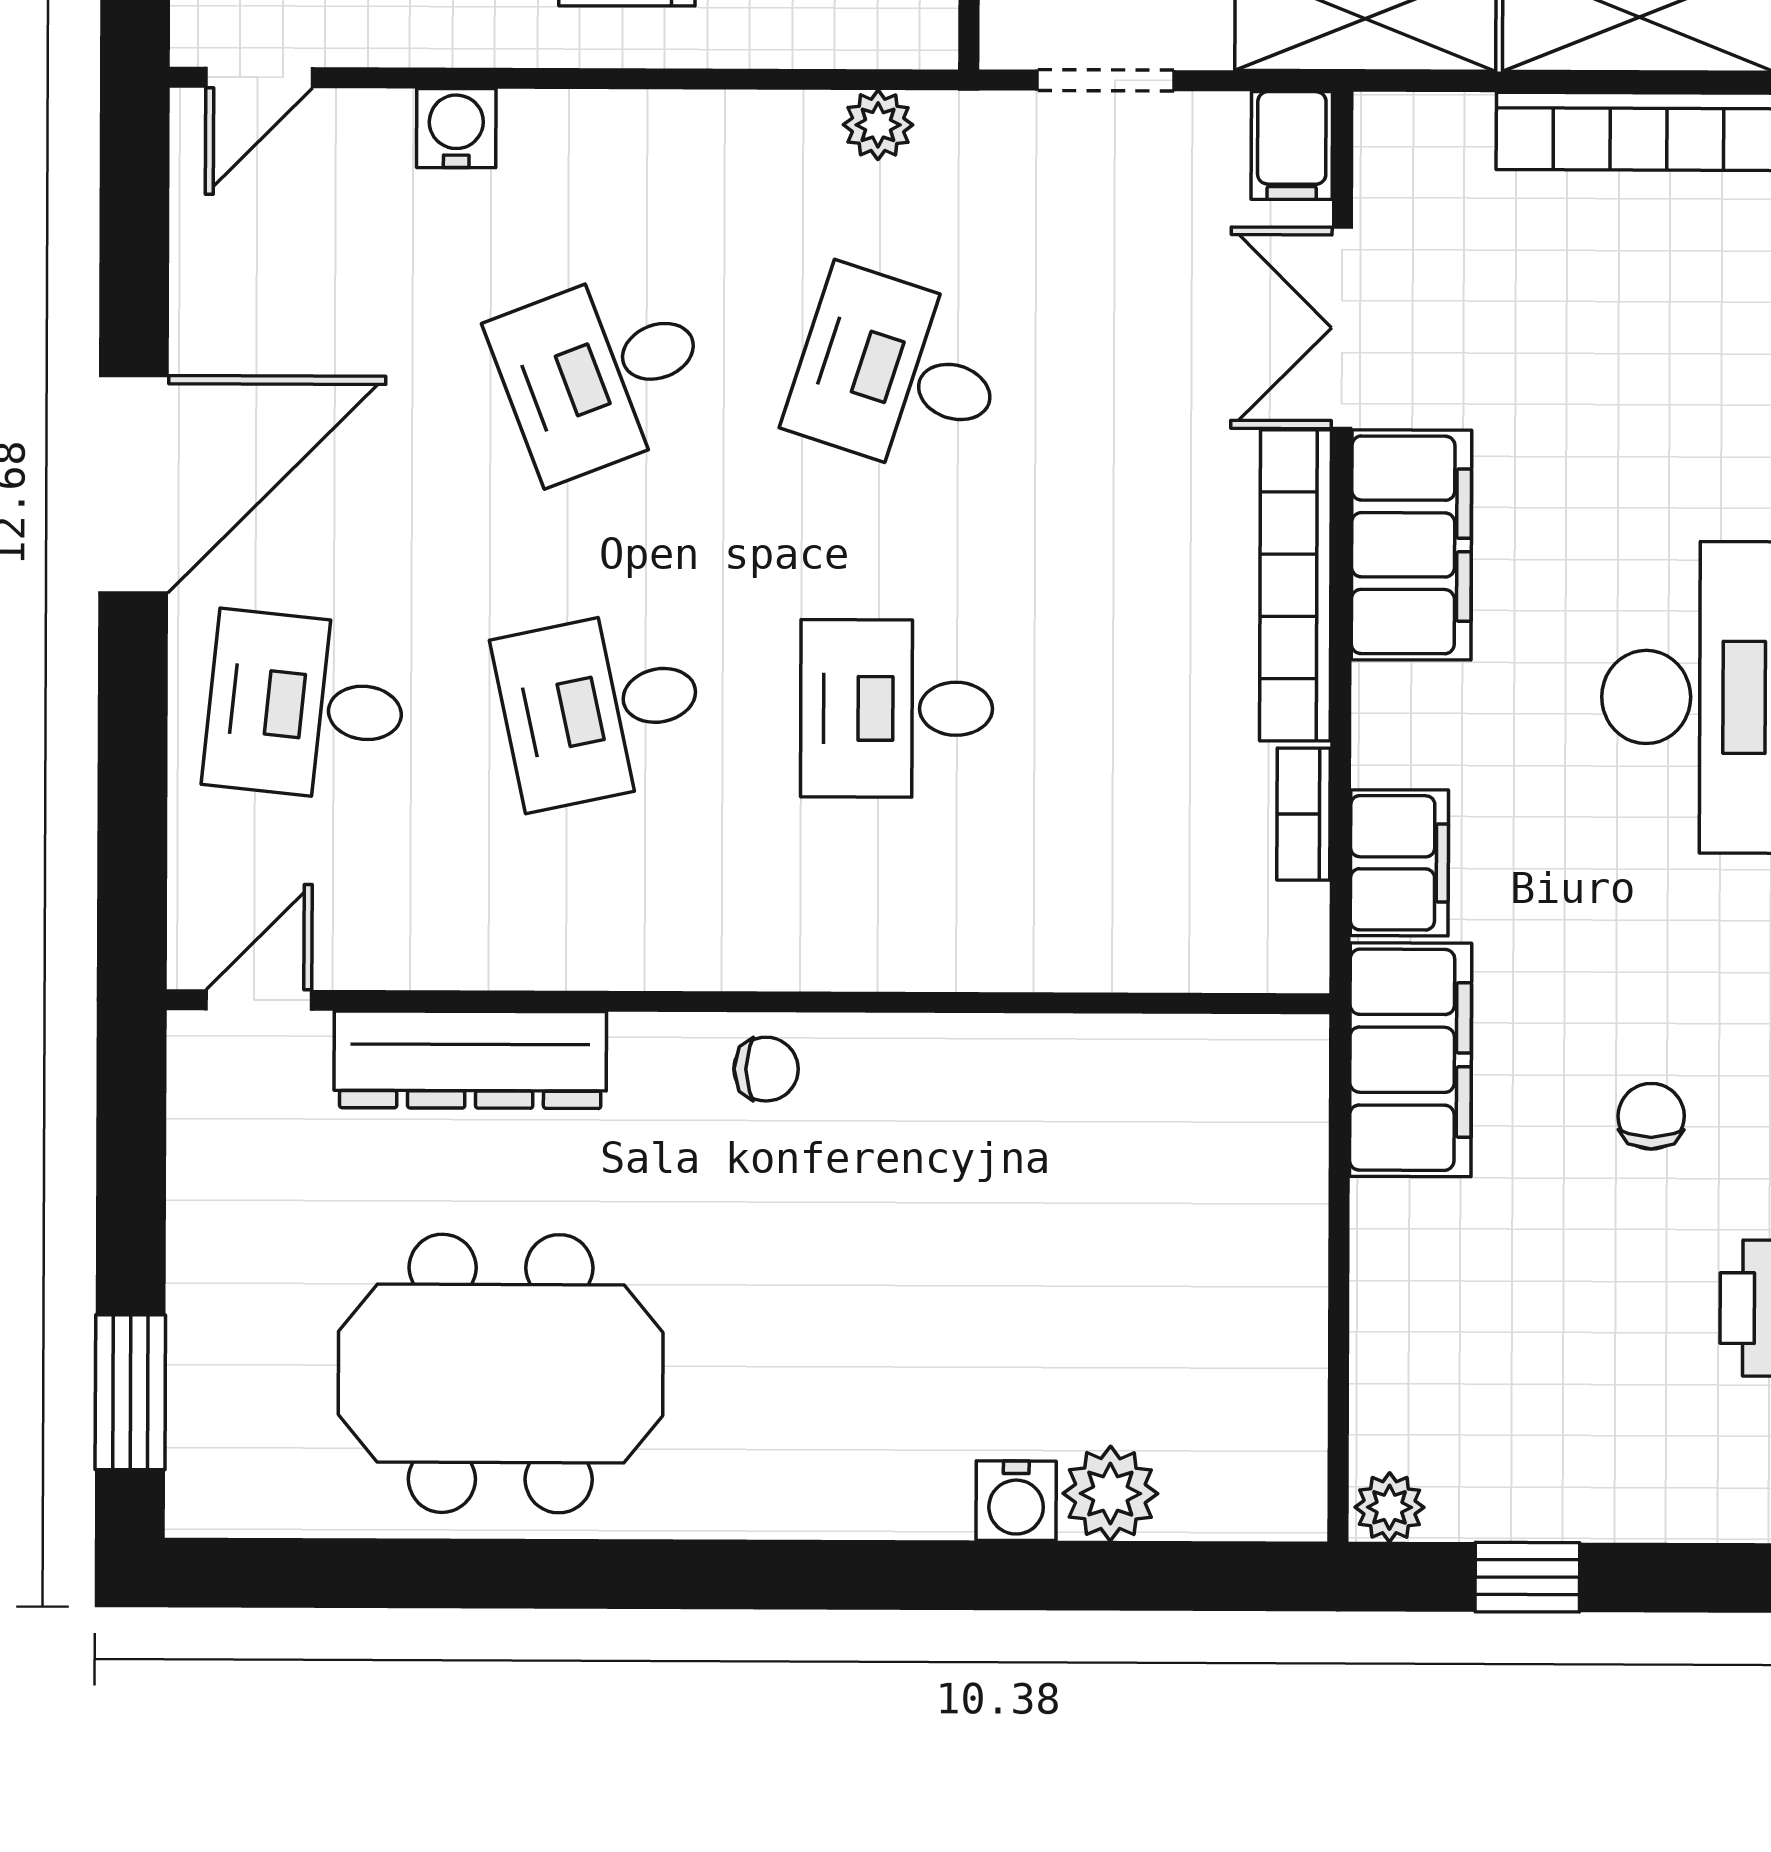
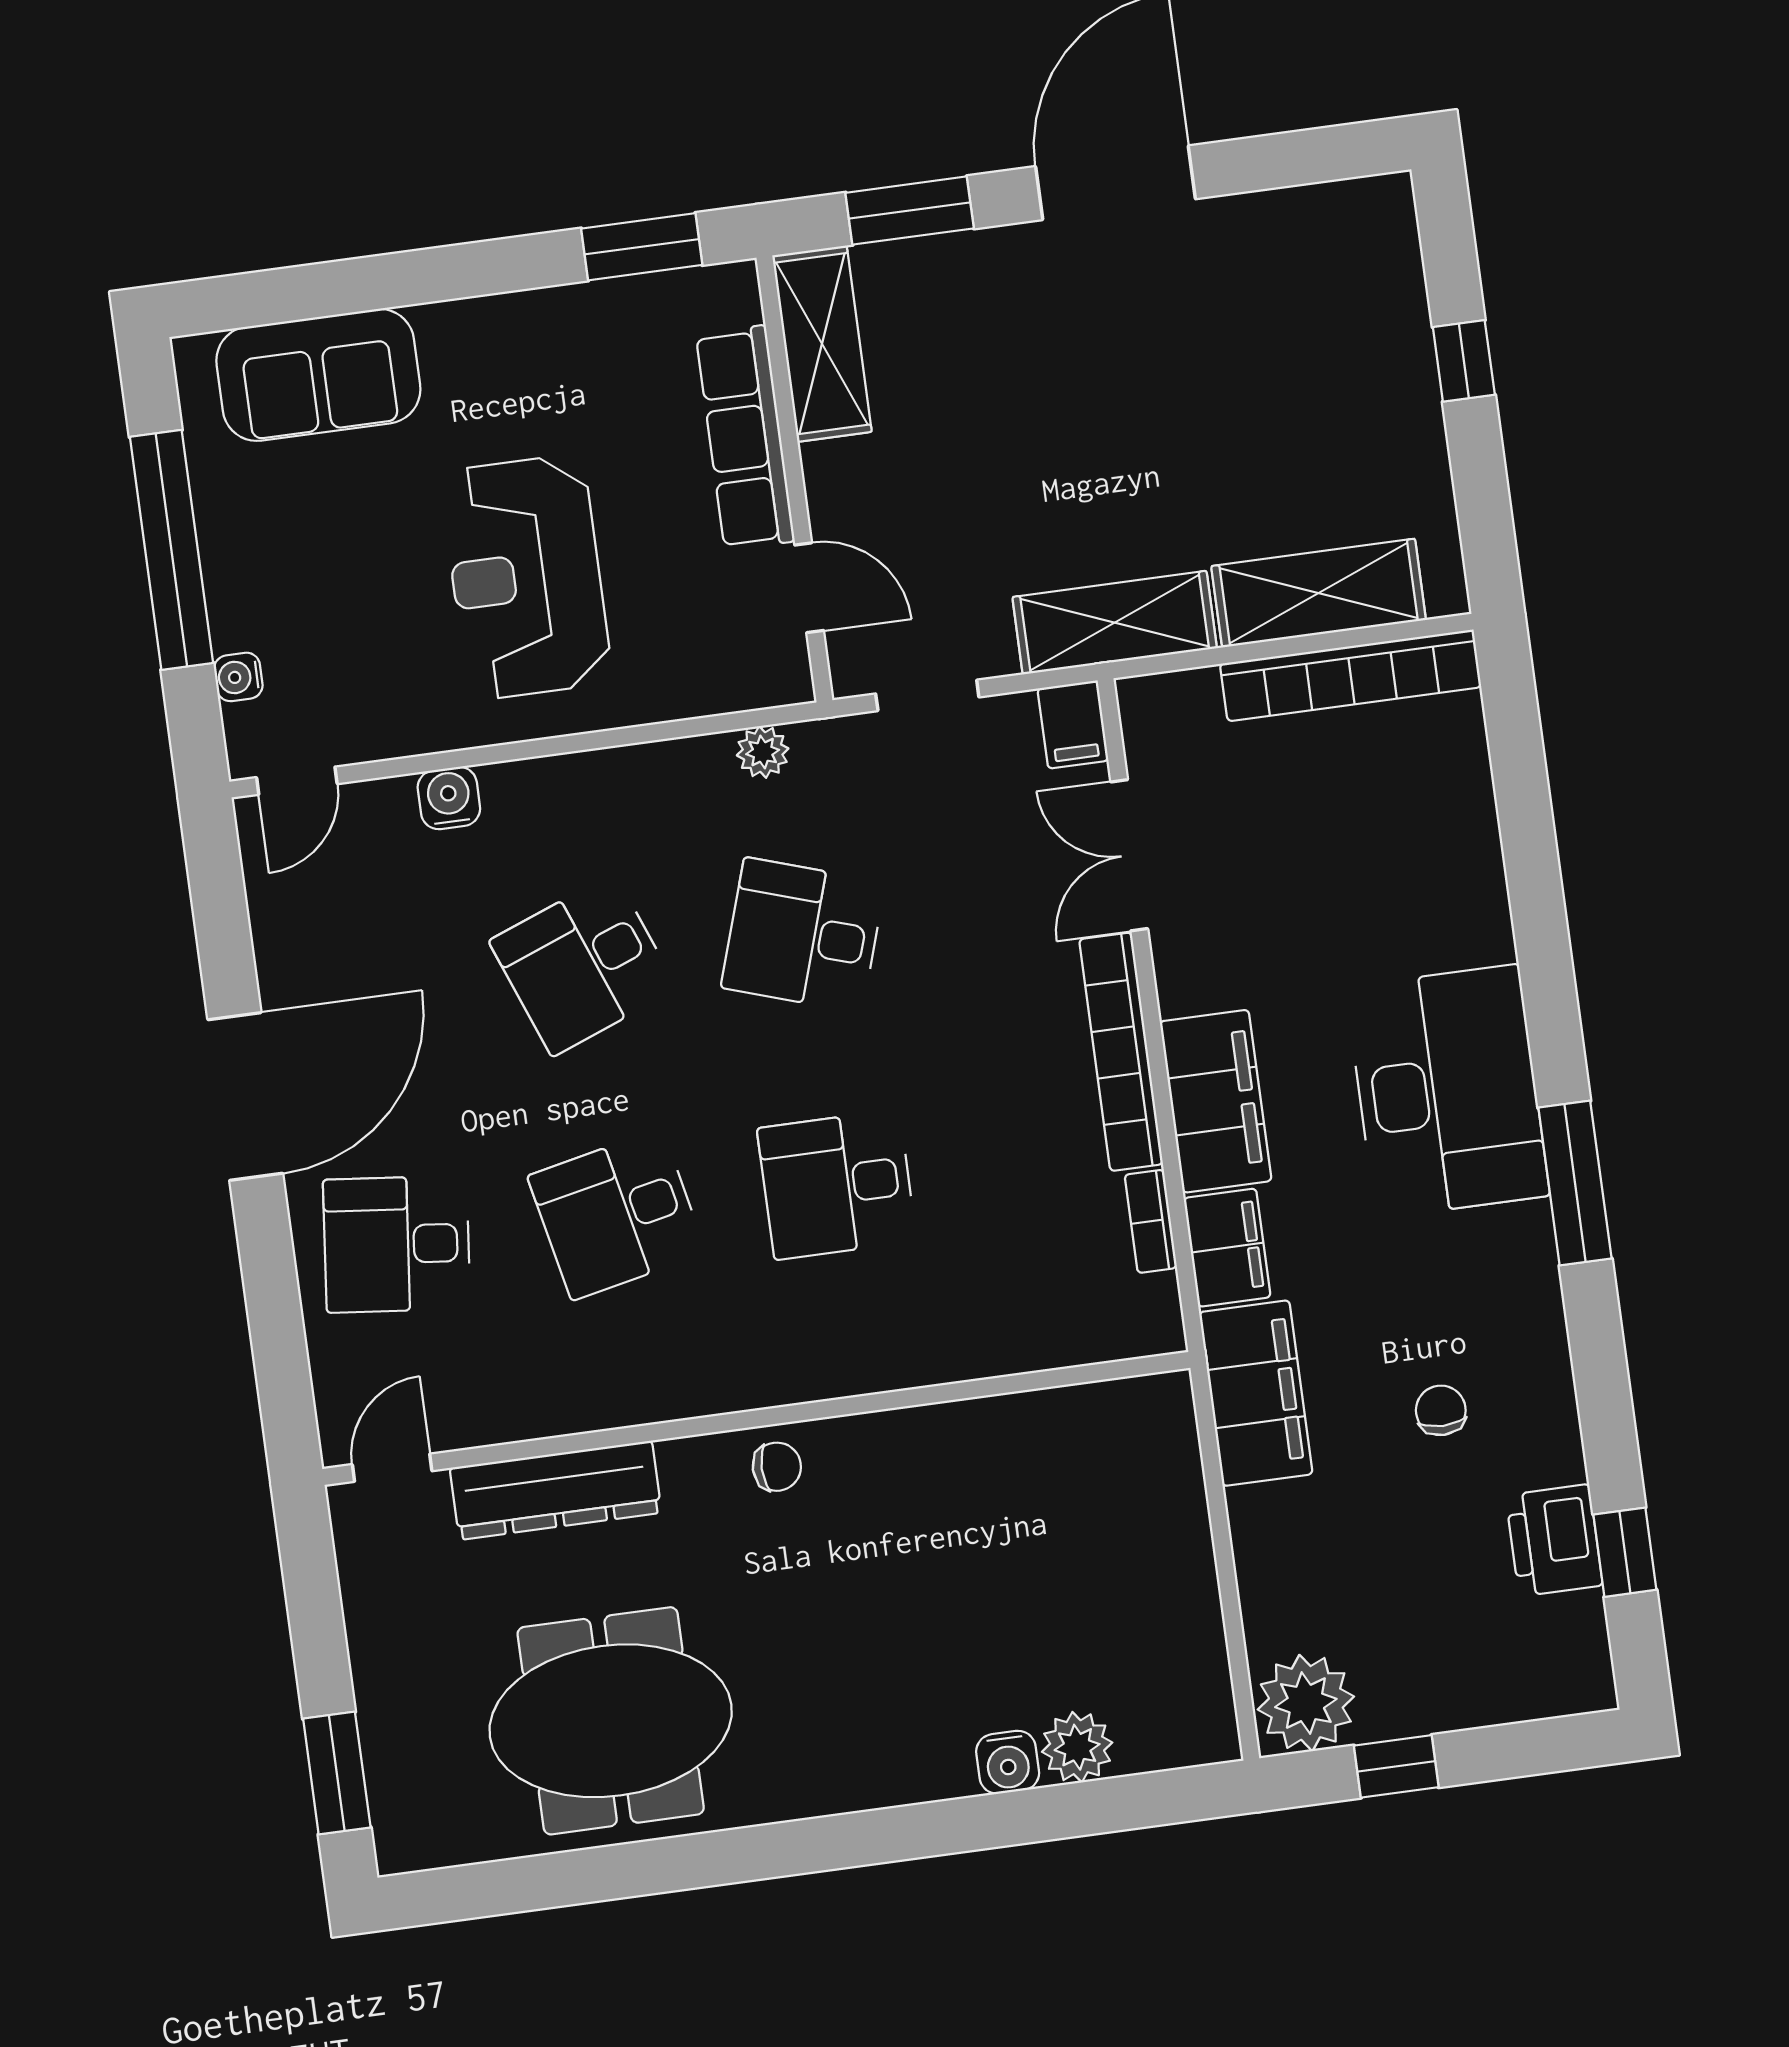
filing cabinet: (1411, 545) -> (1216, 1101), moved
plant: (1389, 1507) -> (1306, 1703), width x1.88, depth x1.88

